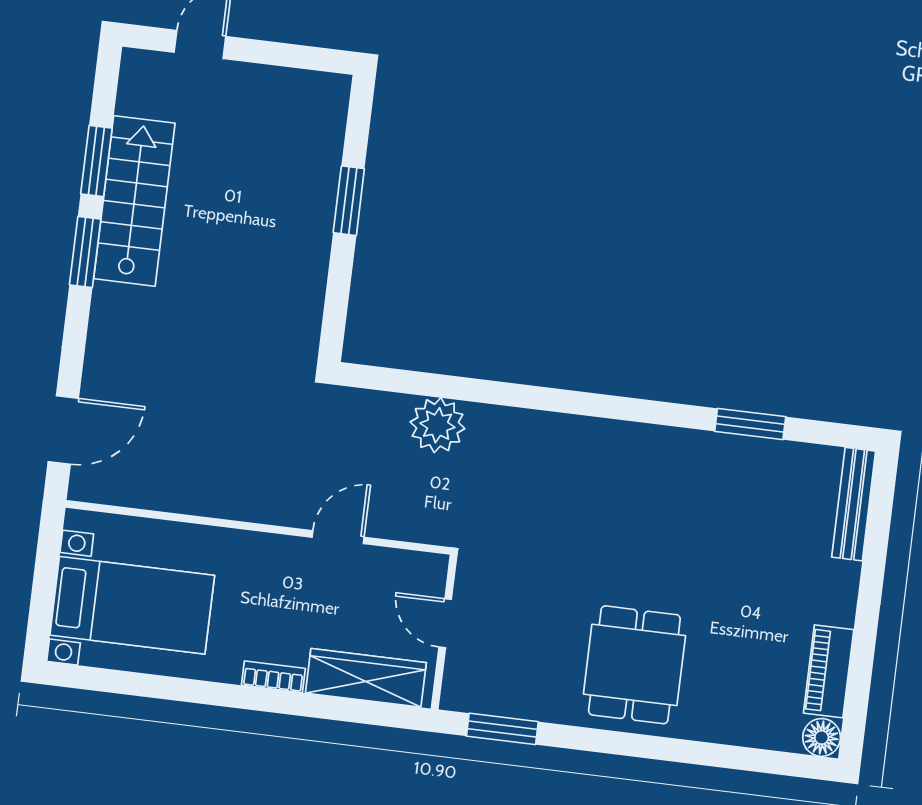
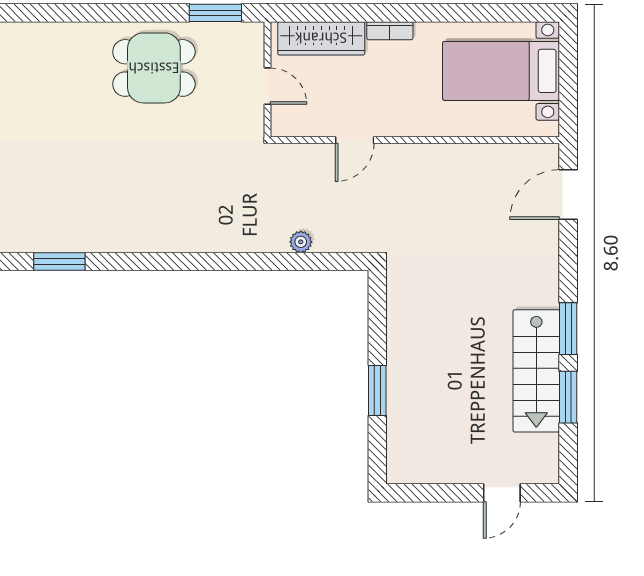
plant: (438, 425) -> (301, 242), width x0.53, depth x0.53
dining table: (634, 665) -> (154, 68), moved, turned 90

